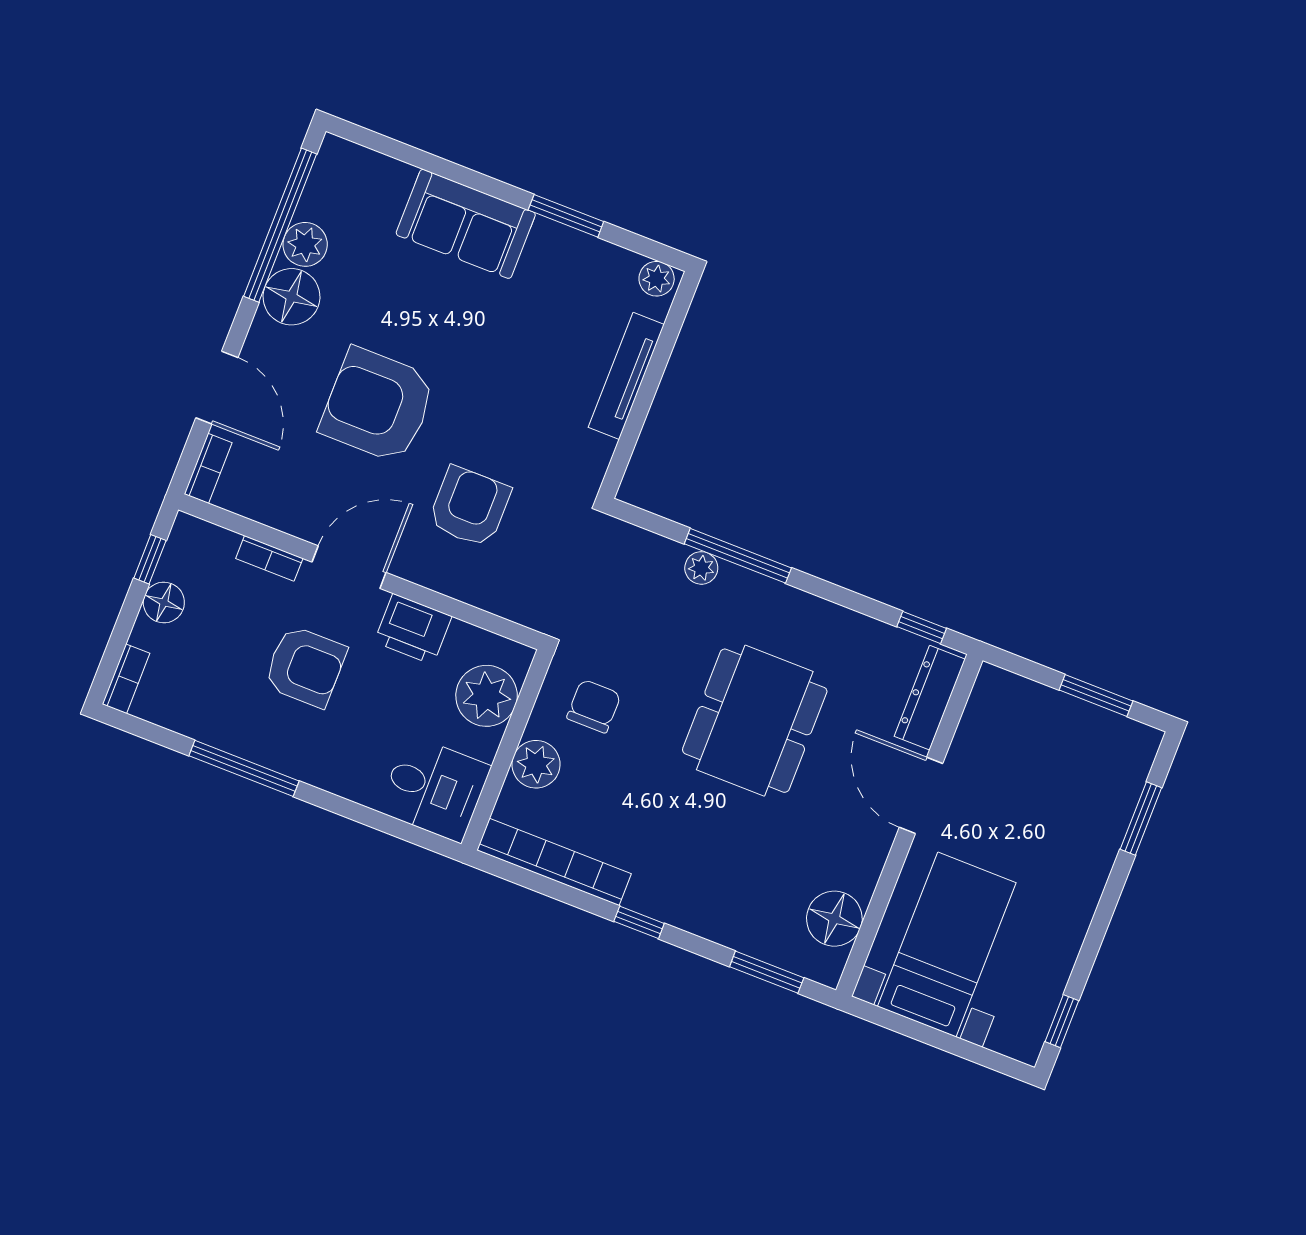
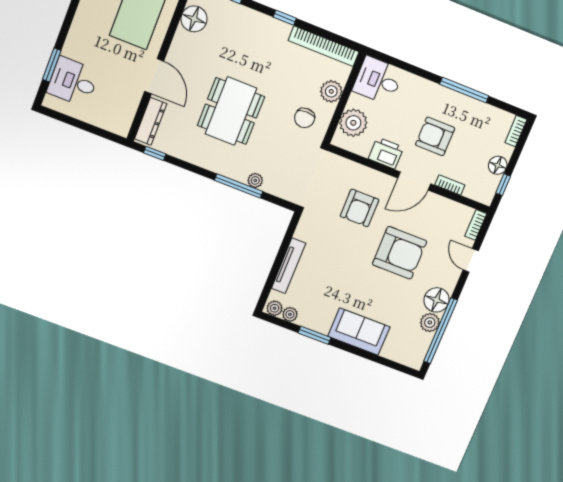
plant: (622, 264) -> (290, 314), added
door: (217, 388) -> (471, 260), width x0.73
window: (1096, 695) -> (74, 122), removed
desk: (1096, 783) -> (73, 82), added

